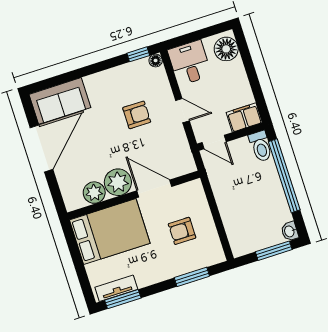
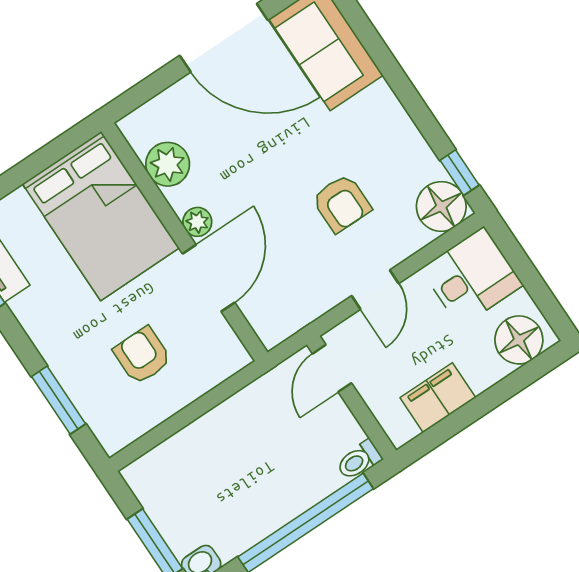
floor lamp: (156, 60) -> (441, 206), width x1.89, depth x1.89
filing cabinet: (244, 118) -> (438, 398), moved, turned -90
toilet: (261, 146) -> (359, 460), width x0.73, depth x0.72
plant: (118, 182) -> (197, 222), width x0.53, depth x0.53

